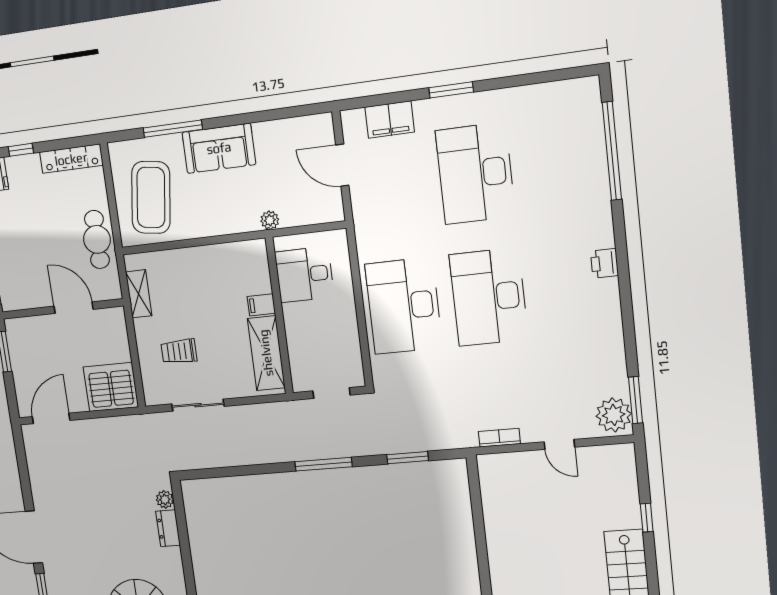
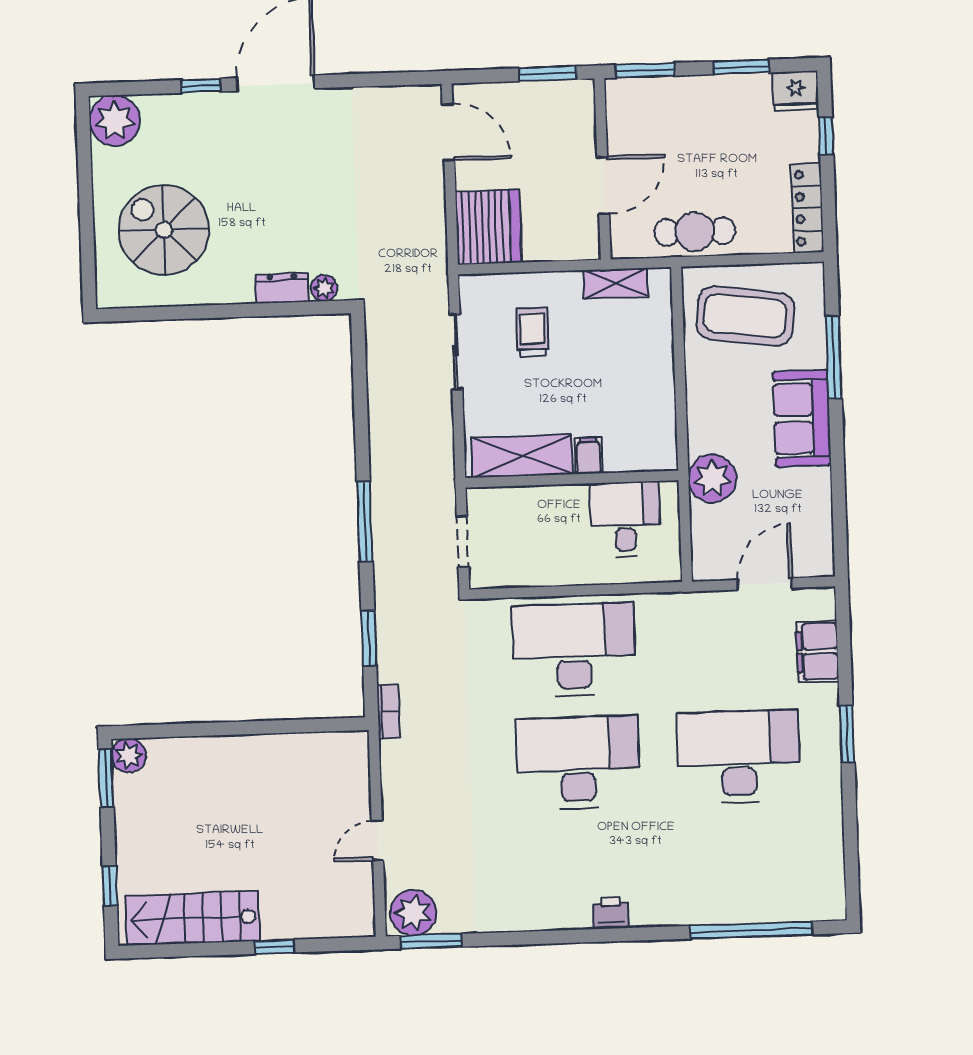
plant: (270, 220) -> (712, 478), width x1.88, depth x1.88
bookcase: (499, 438) -> (388, 711), moved

